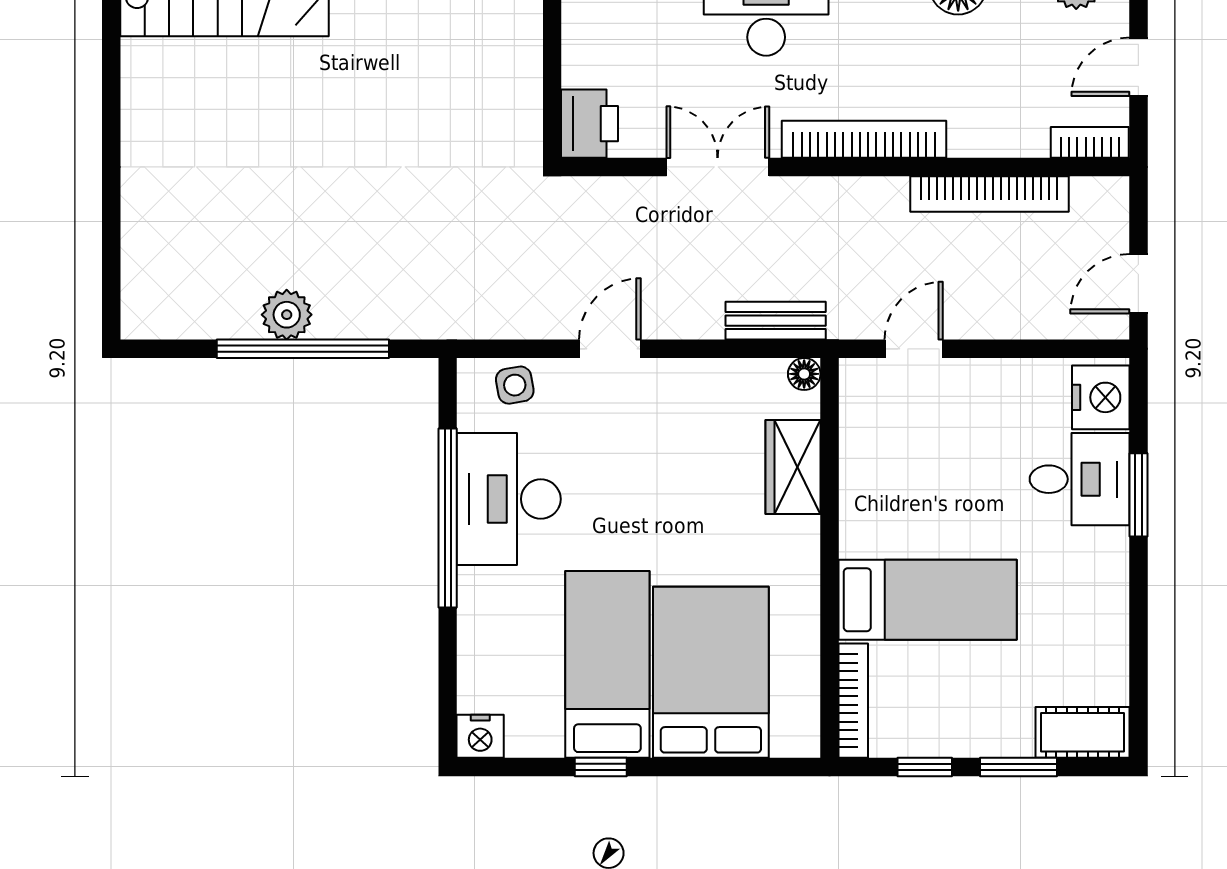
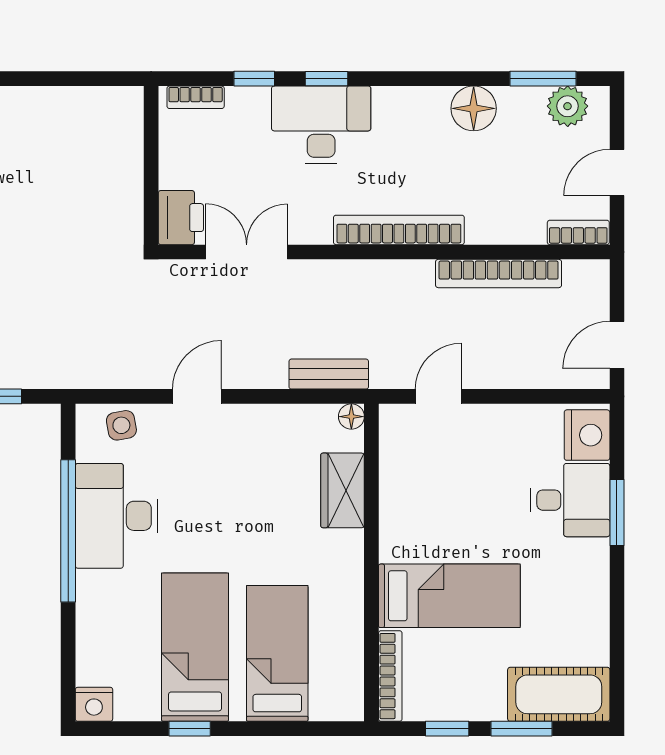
double door: (718, 167) -> (247, 252), moved
bed: (711, 672) -> (277, 653), width x0.67
cot: (1082, 732) -> (559, 694), width x1.37, depth x1.34

